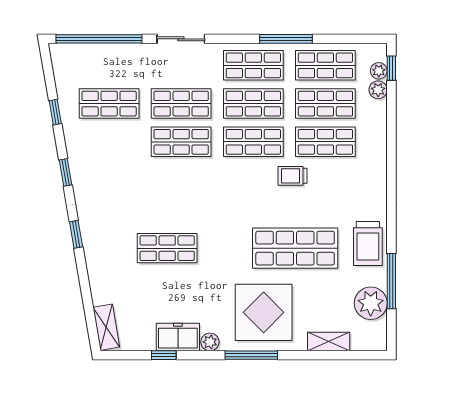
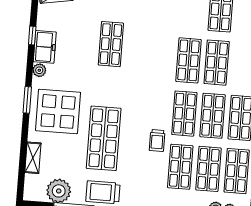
trolley: (292, 176) -> (157, 141), turned 180
window: (251, 355) -> (27, 100), width x0.69

